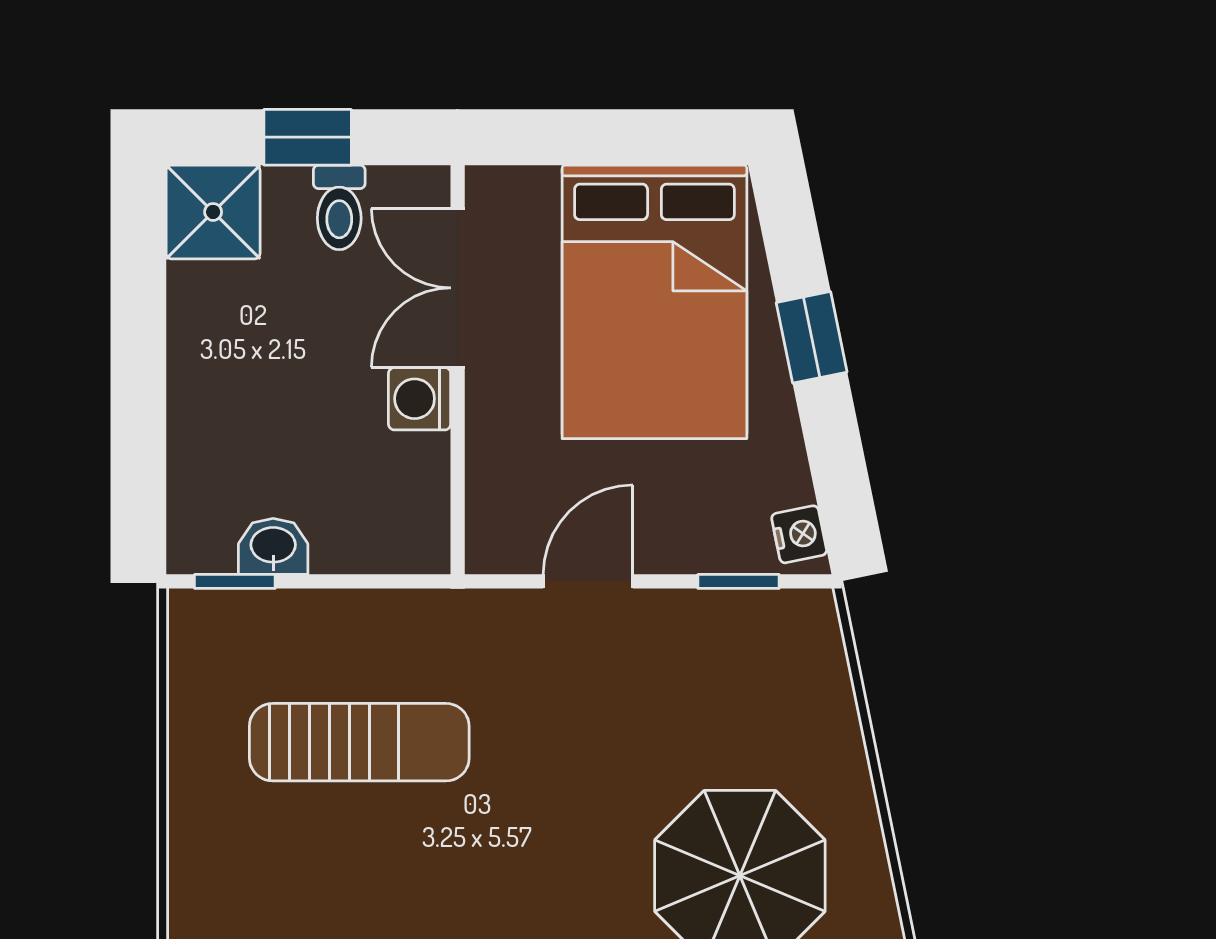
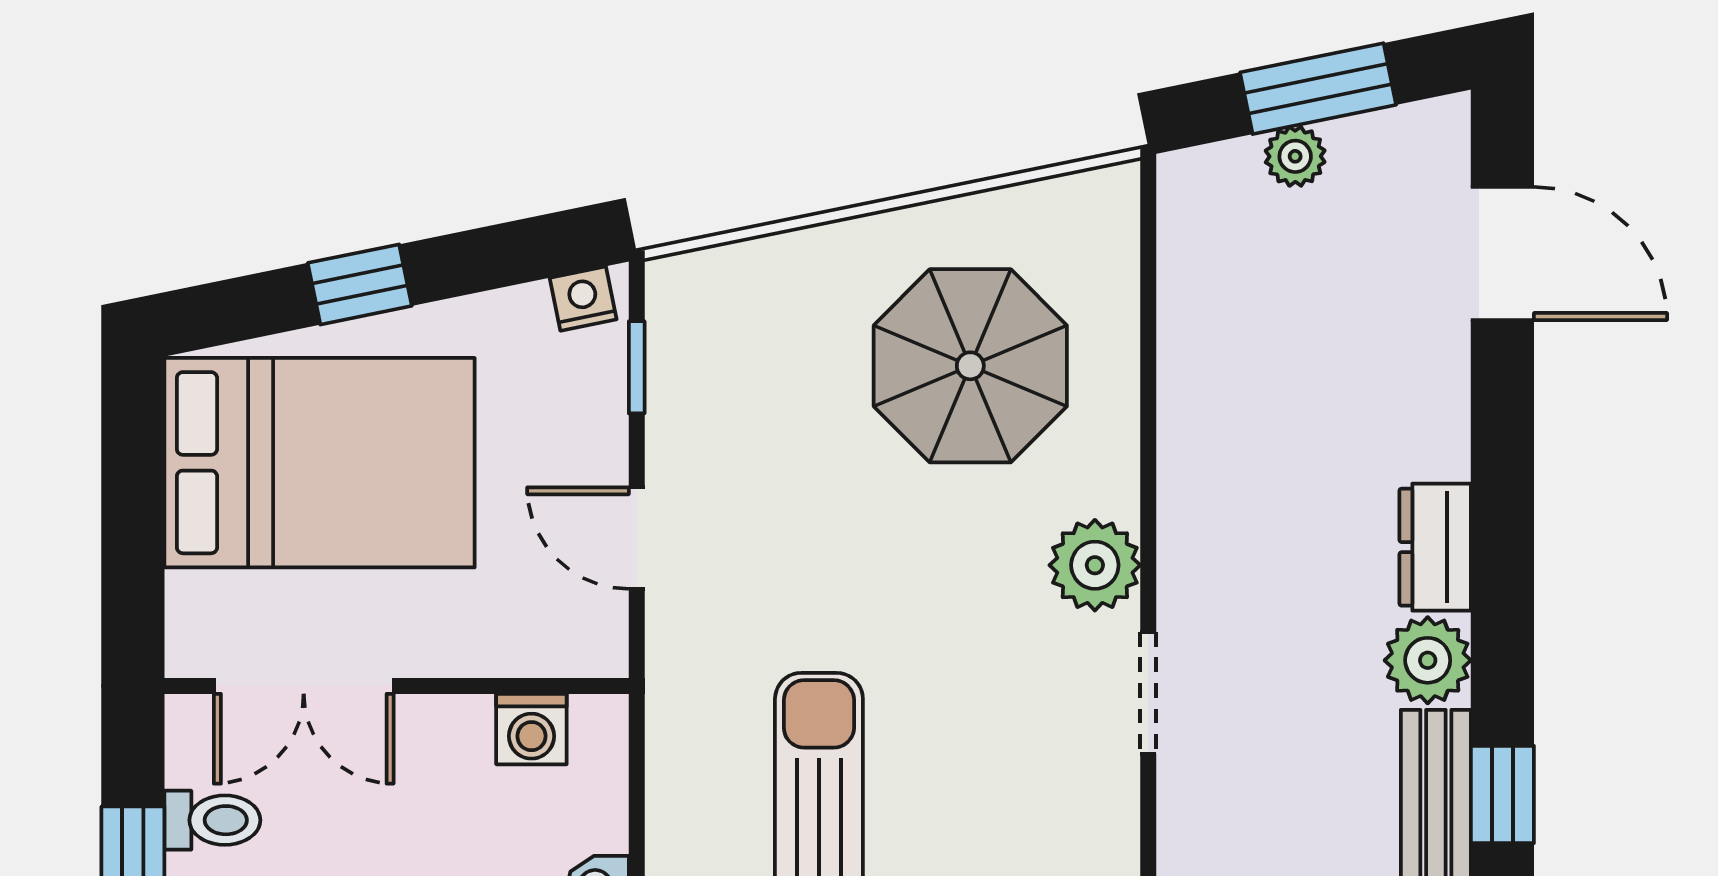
washing machine: (420, 399) -> (531, 729), moved

